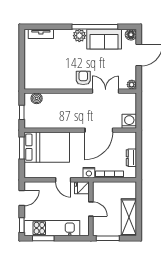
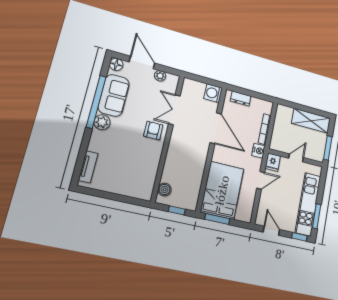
armchair: (83, 78) -> (153, 130), turned 90
plant: (132, 85) -> (160, 76), moved
dresser: (131, 158) -> (241, 98), moved

